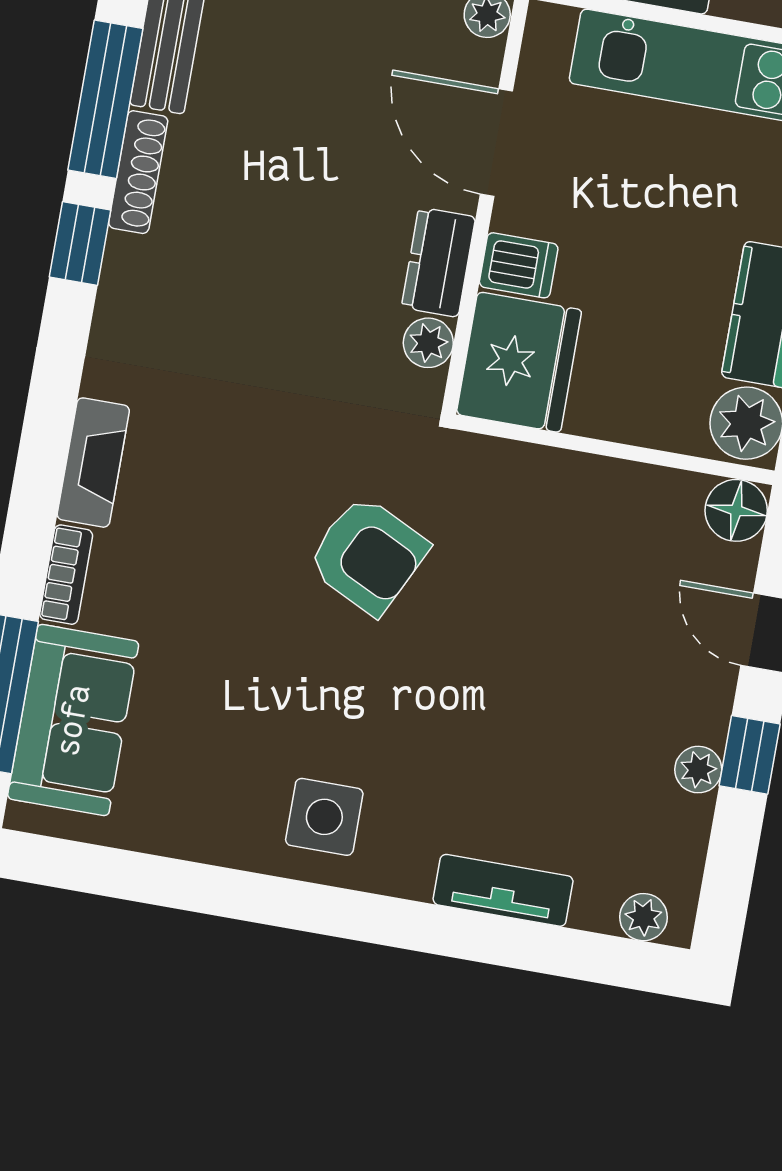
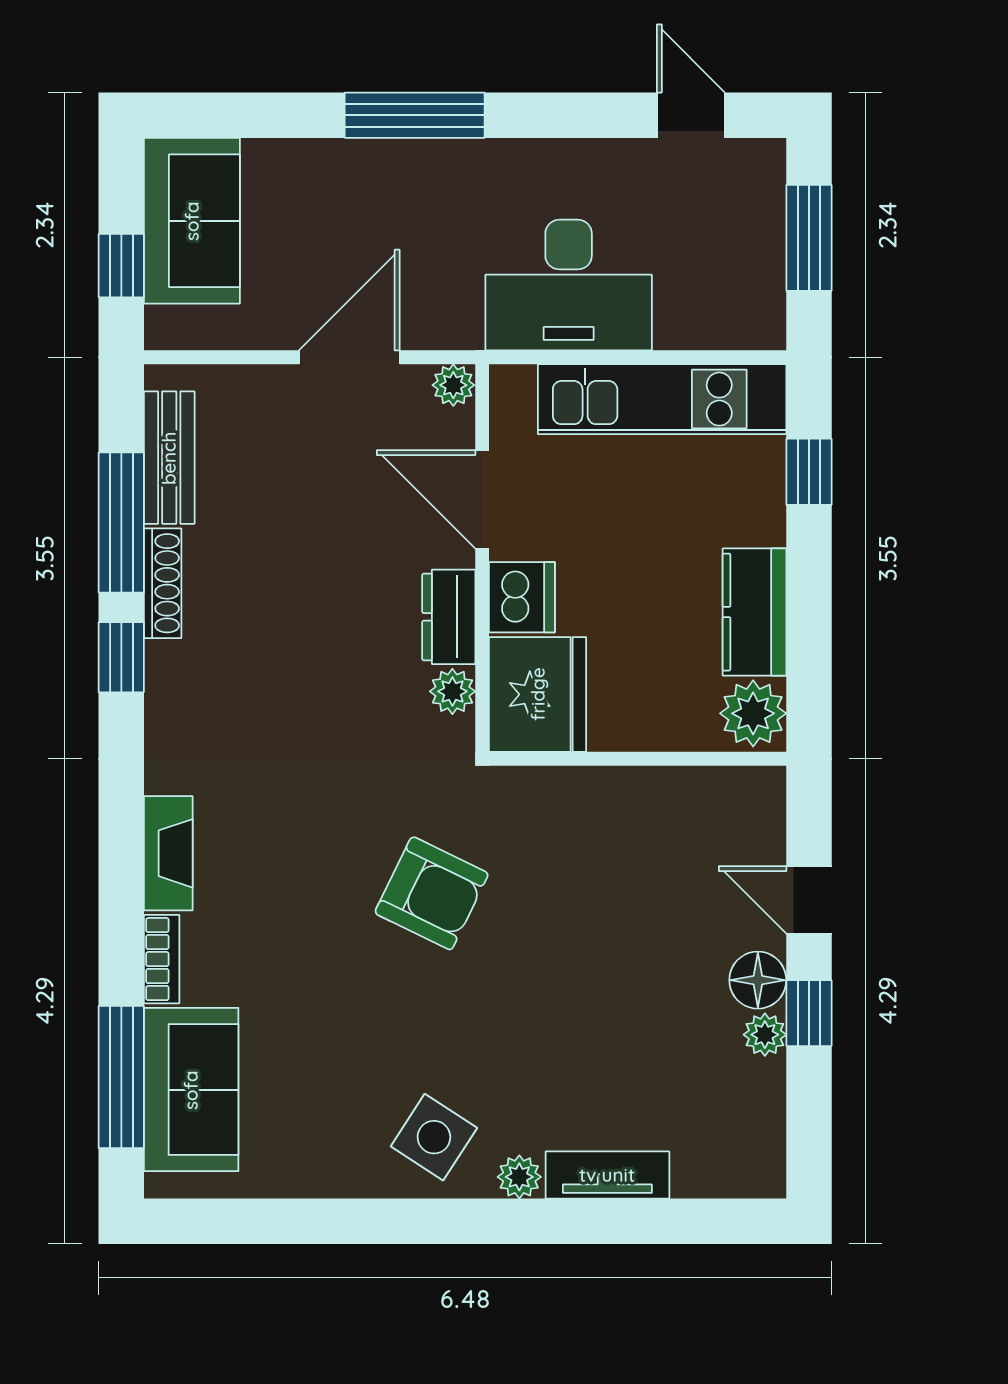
dishwasher: (519, 265) -> (522, 597), width x1.38
floor lamp: (736, 510) -> (758, 980), moved
side table: (324, 817) -> (434, 1137), turned 33
plant: (643, 917) -> (519, 1177), moved

